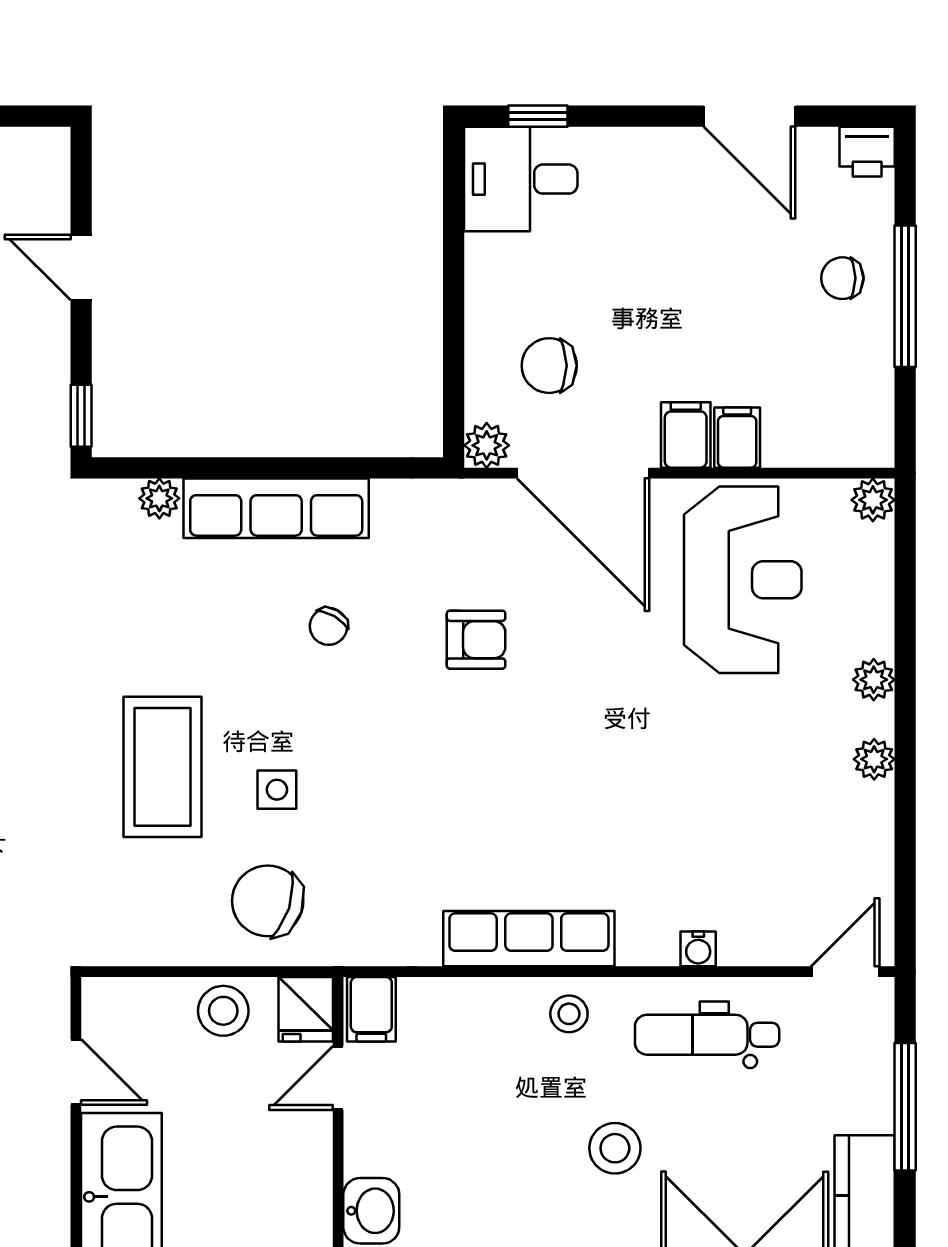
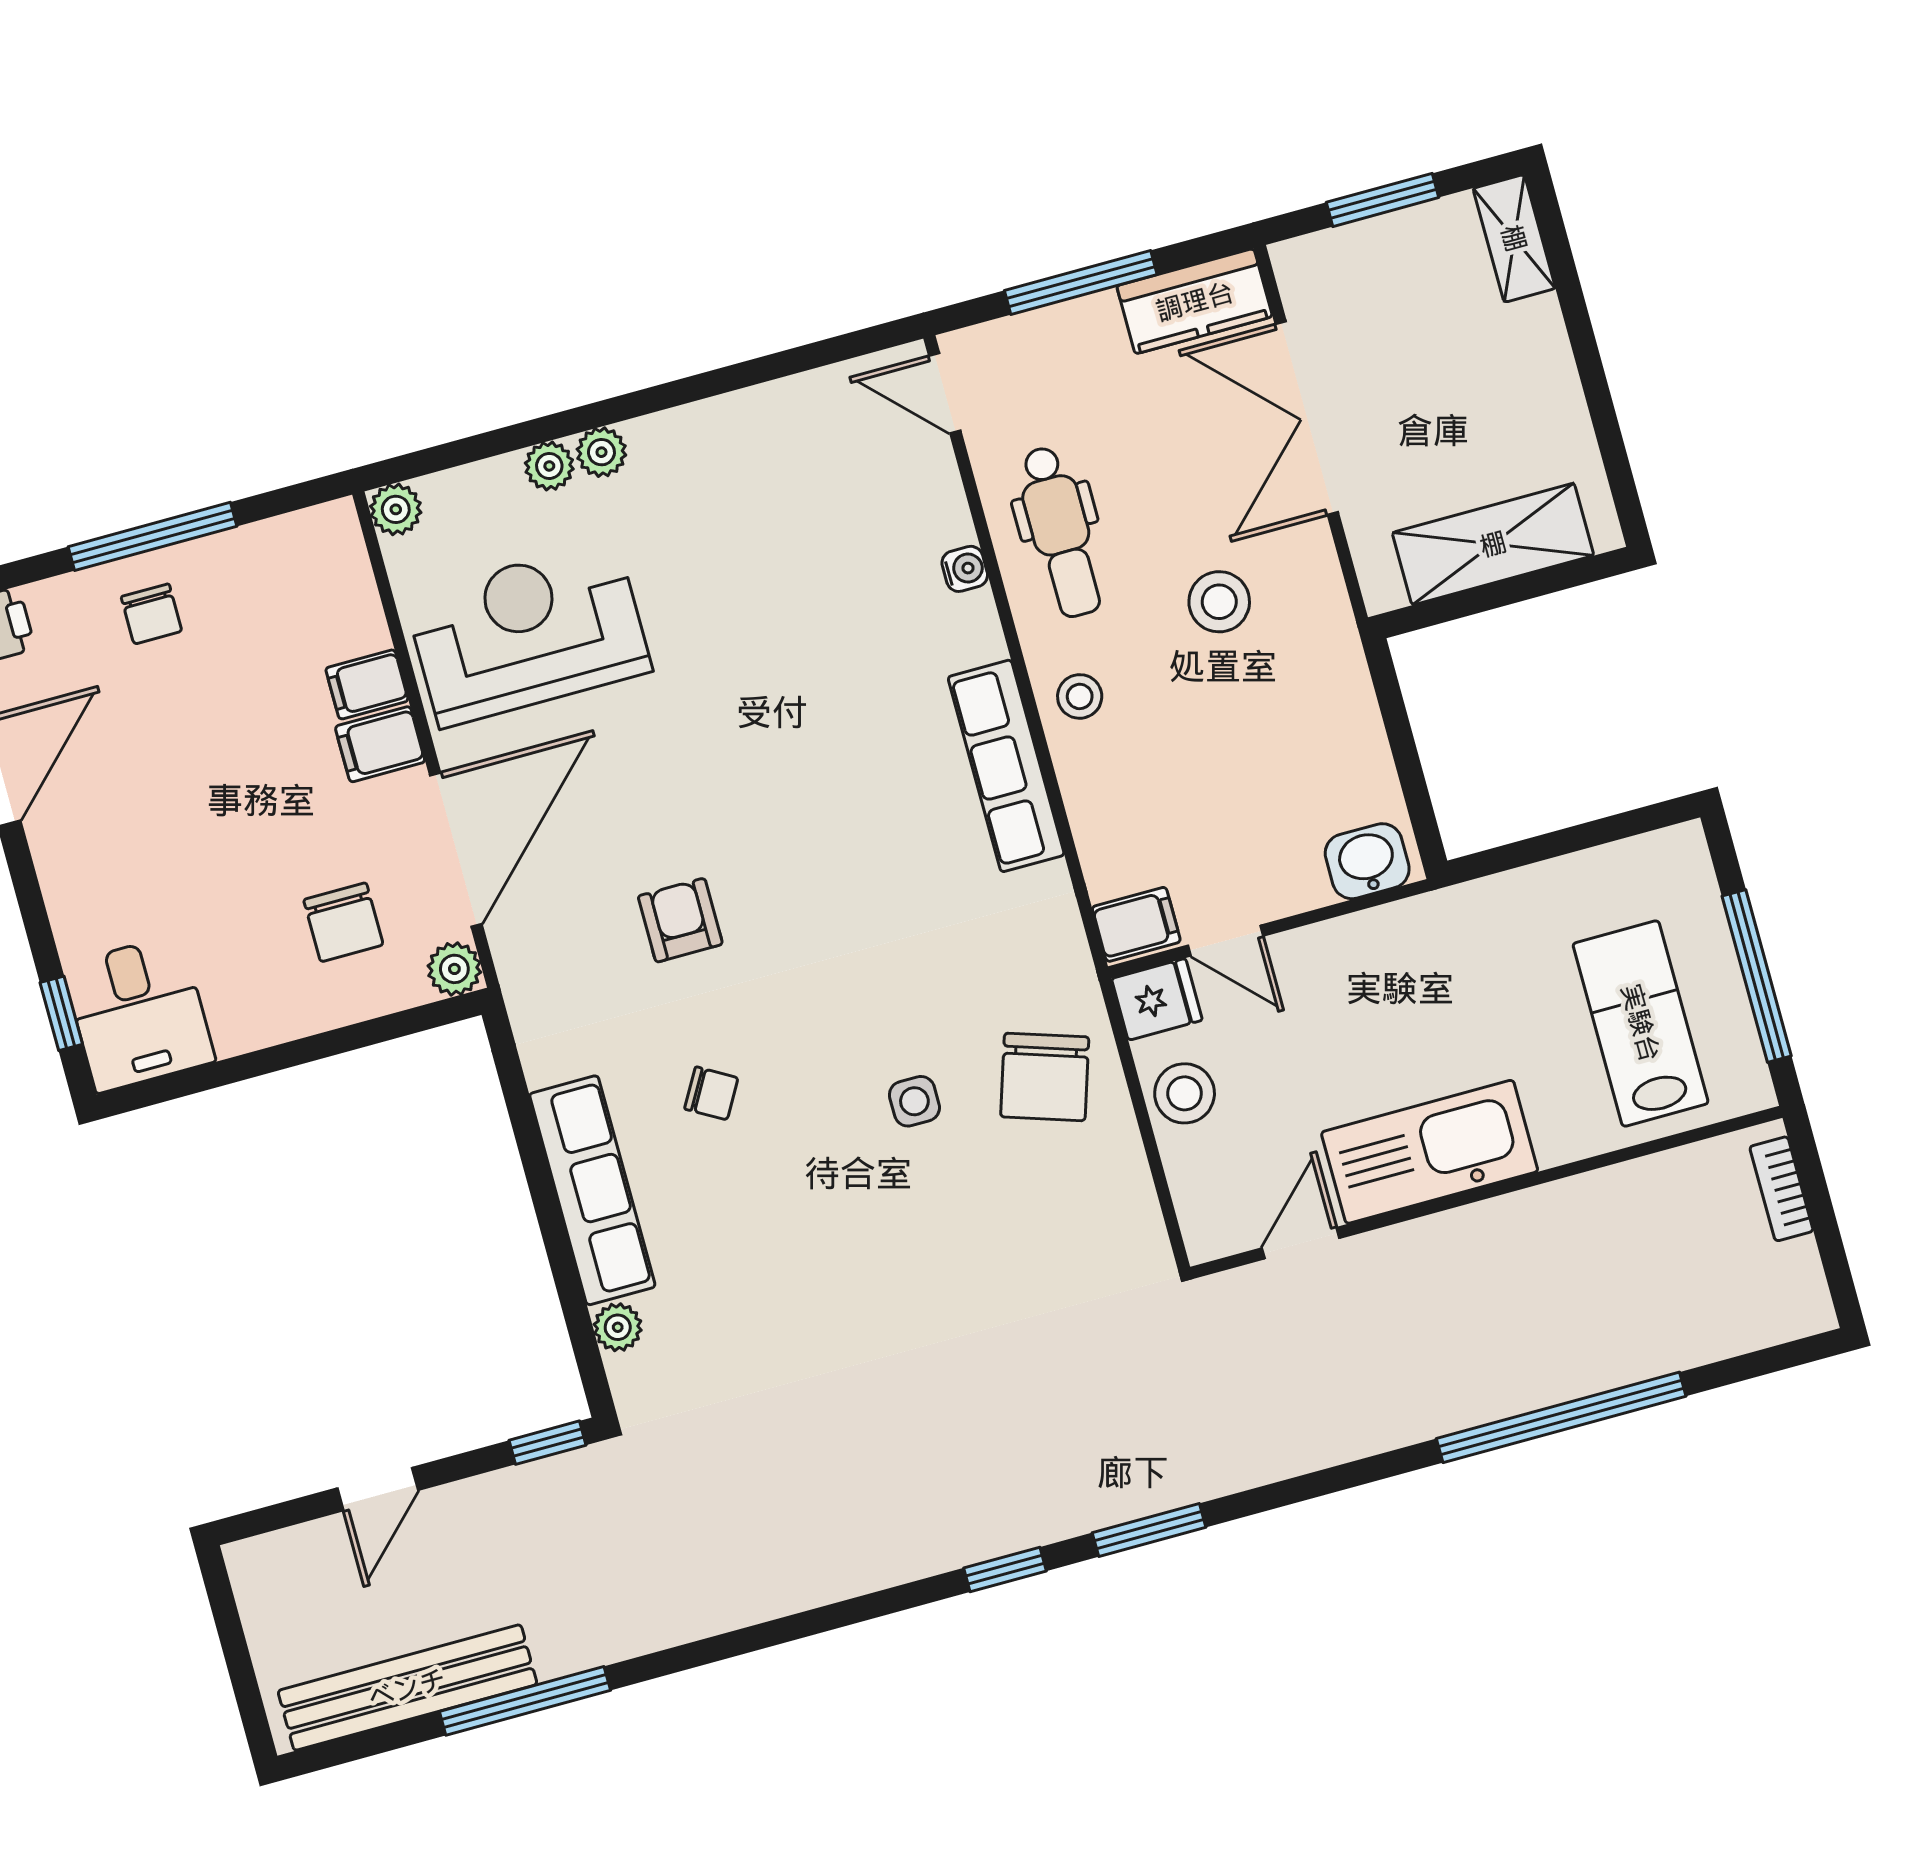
plant: (874, 759) -> (549, 466), moved
coffee table: (163, 767) -> (924, 1239), removed

